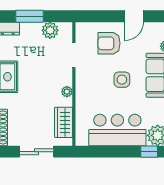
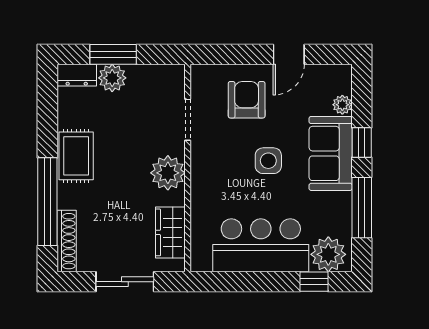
plant: (50, 30) -> (112, 78), moved
armchair: (109, 43) -> (247, 100), turned 90
plant: (67, 92) -> (168, 173), width x1.88, depth x1.88

